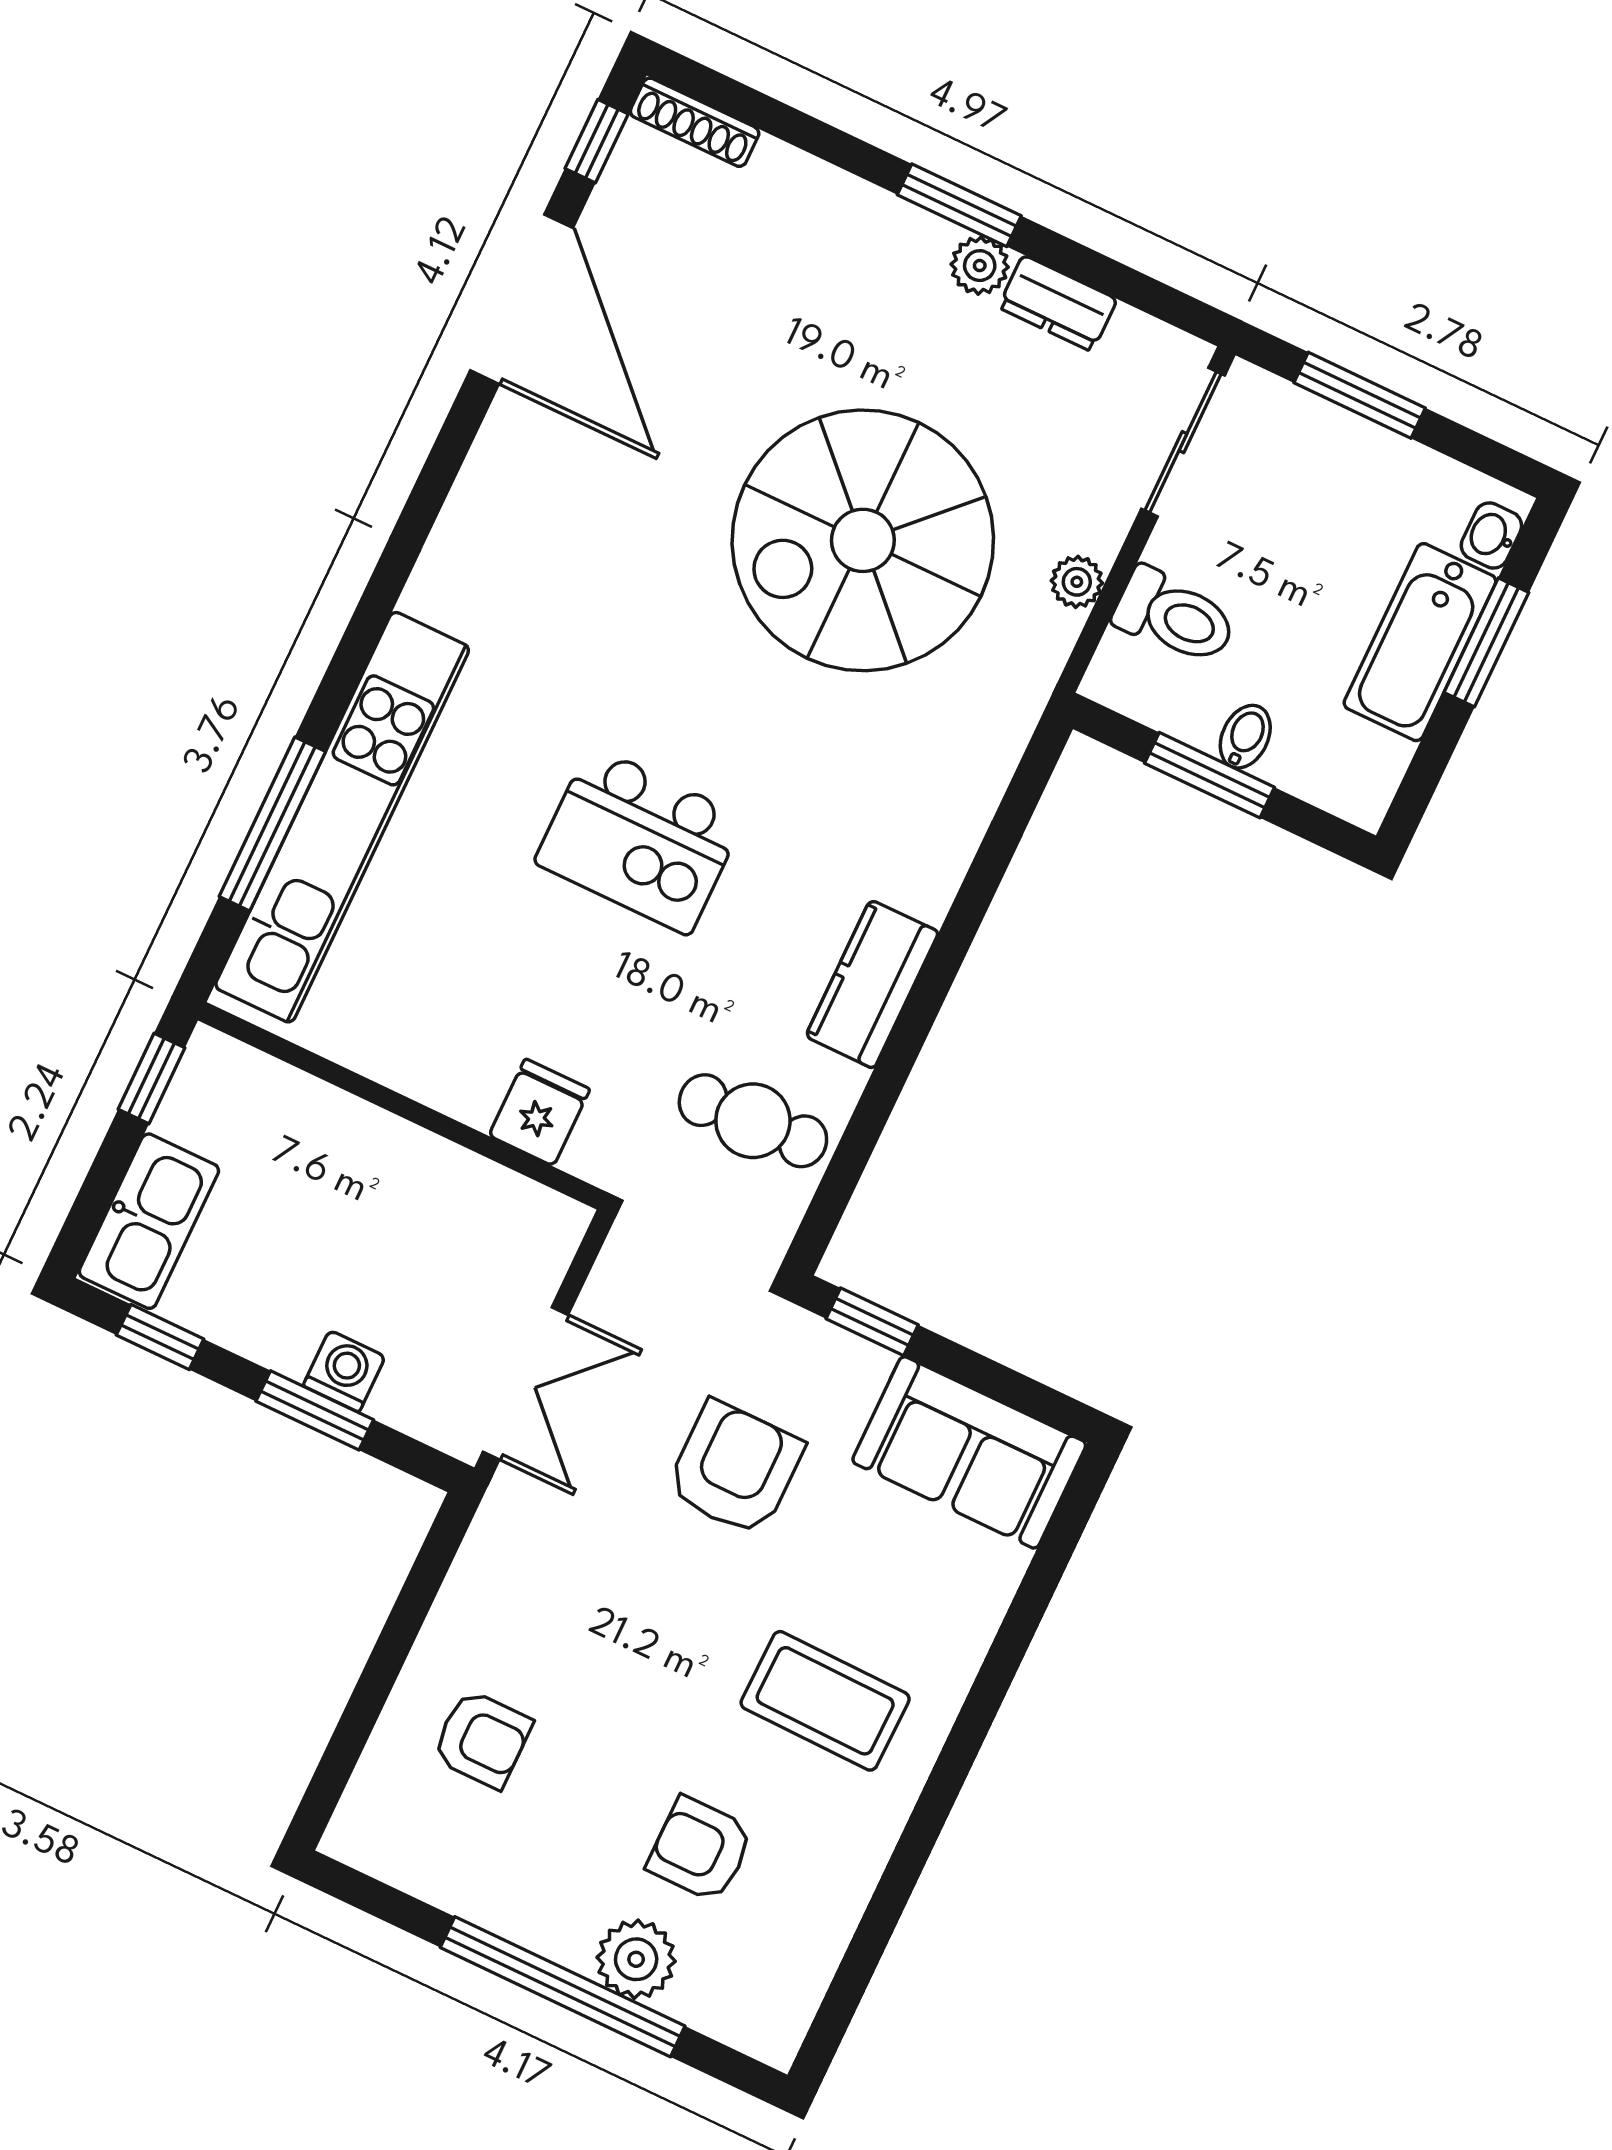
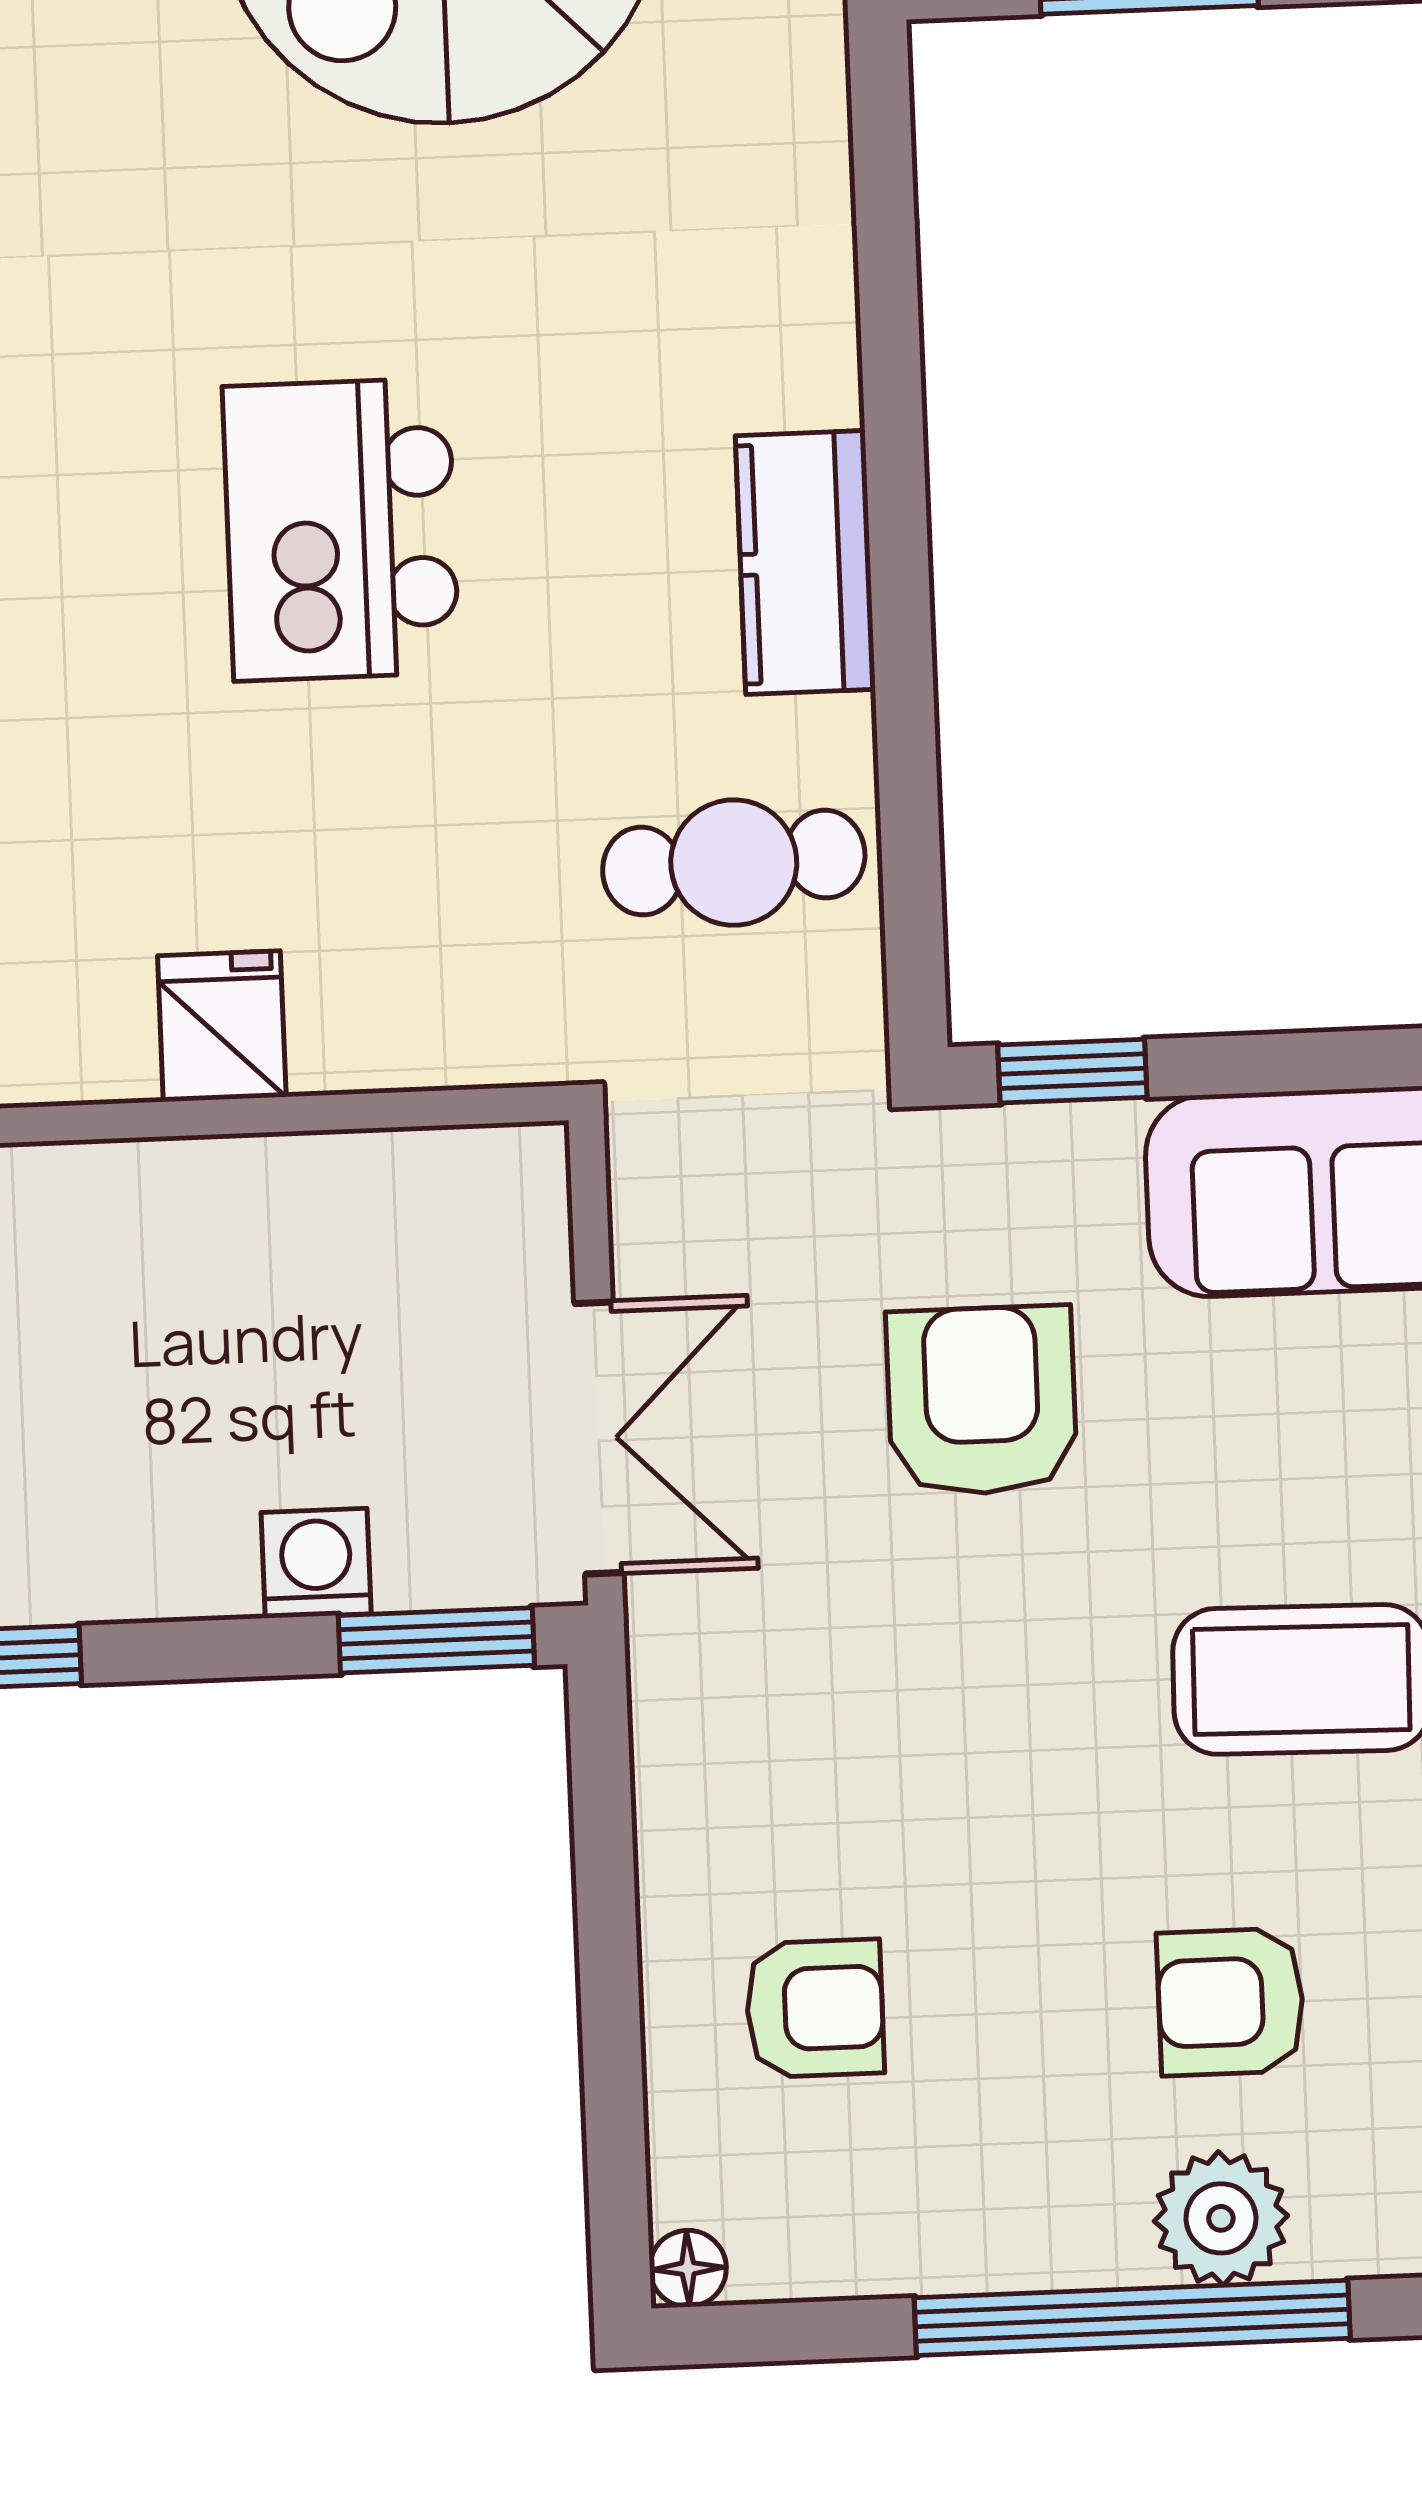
kitchen island: (640, 840) -> (341, 530), turned 90
fridge: (539, 1112) -> (222, 1026), moved
window: (315, 1410) -> (436, 1640), moved
floor lamp: (345, 1840) -> (688, 2268), added

